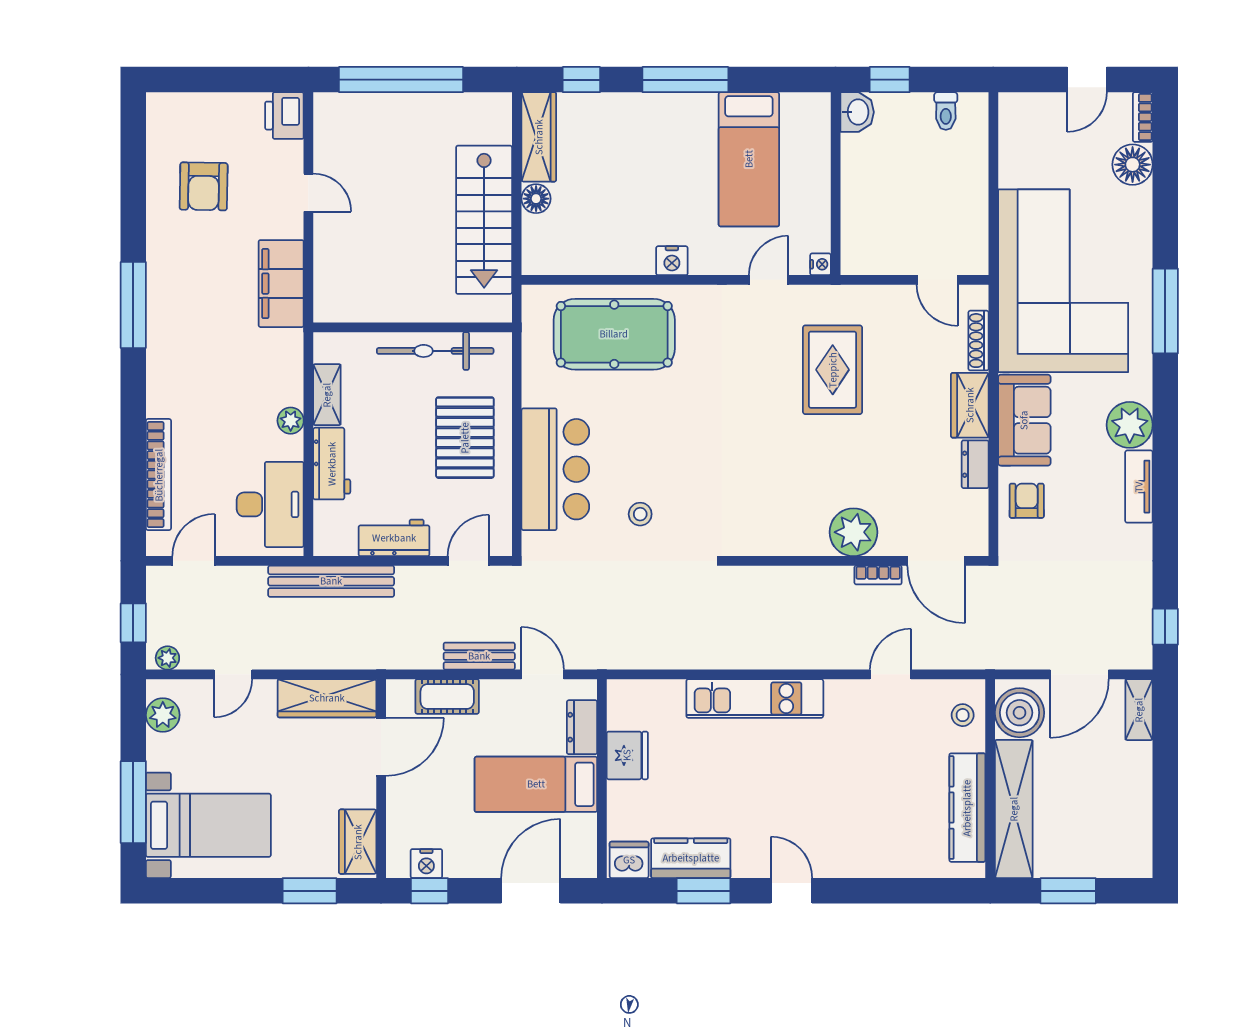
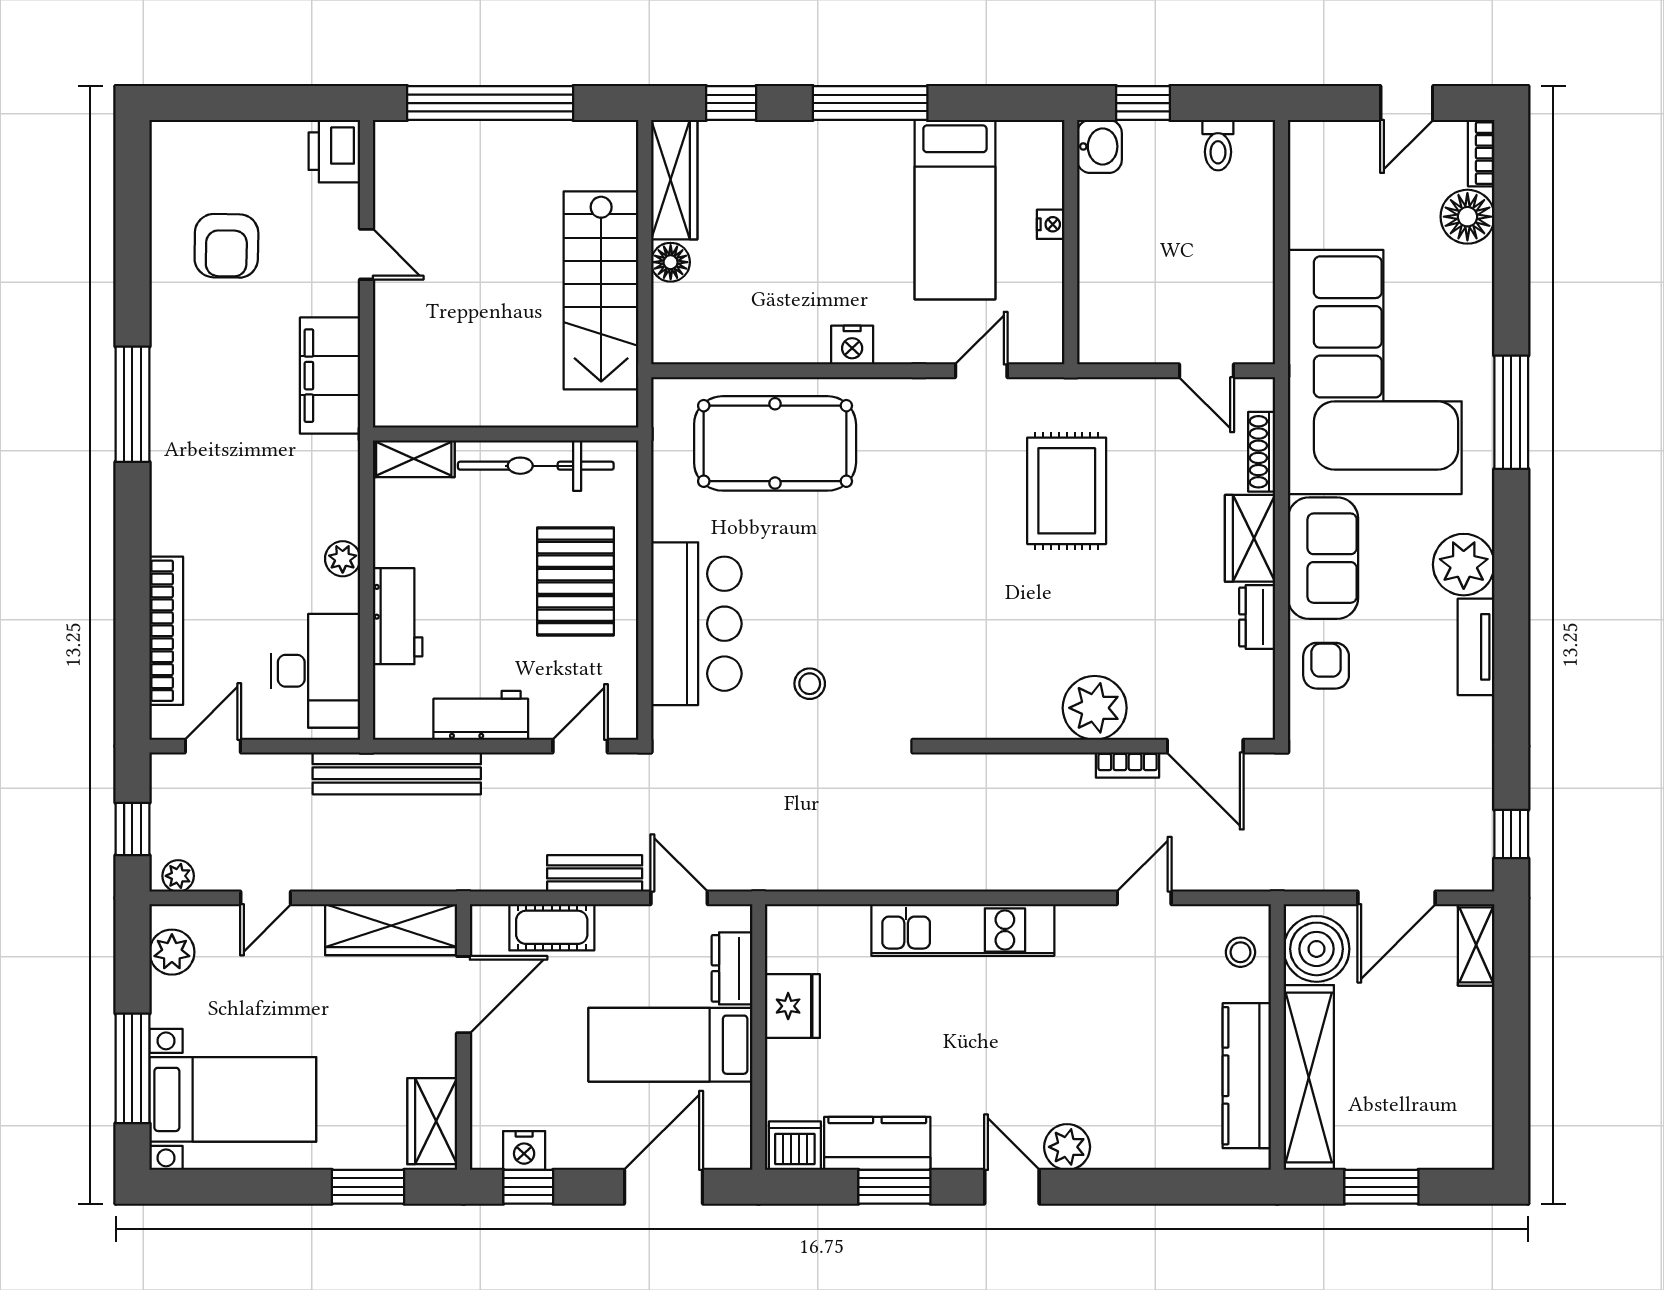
nightstand: (820, 264) -> (1051, 224), moved
shelving: (327, 395) -> (414, 459), moved, turned 90
plant: (833, 861) -> (1067, 1147), added

